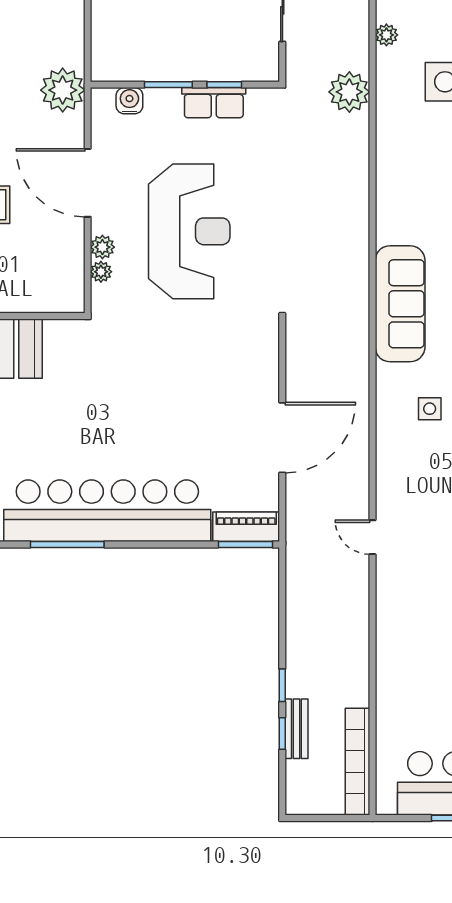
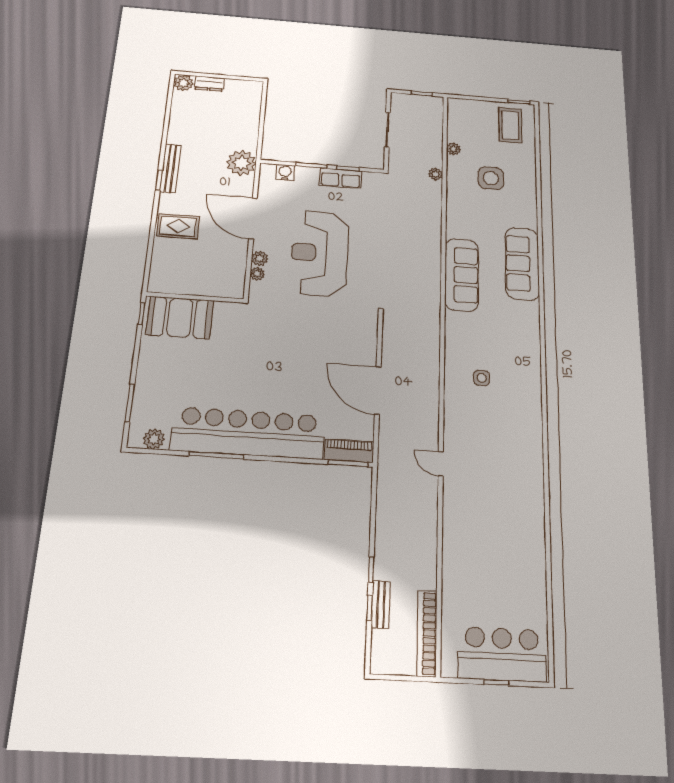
plant: (349, 92) -> (435, 174), width x0.53, depth x0.53
reception desk: (189, 231) -> (320, 253), turned 180
sofa: (400, 304) -> (462, 275), moved
door: (282, 438) -> (378, 391), swing flipped

